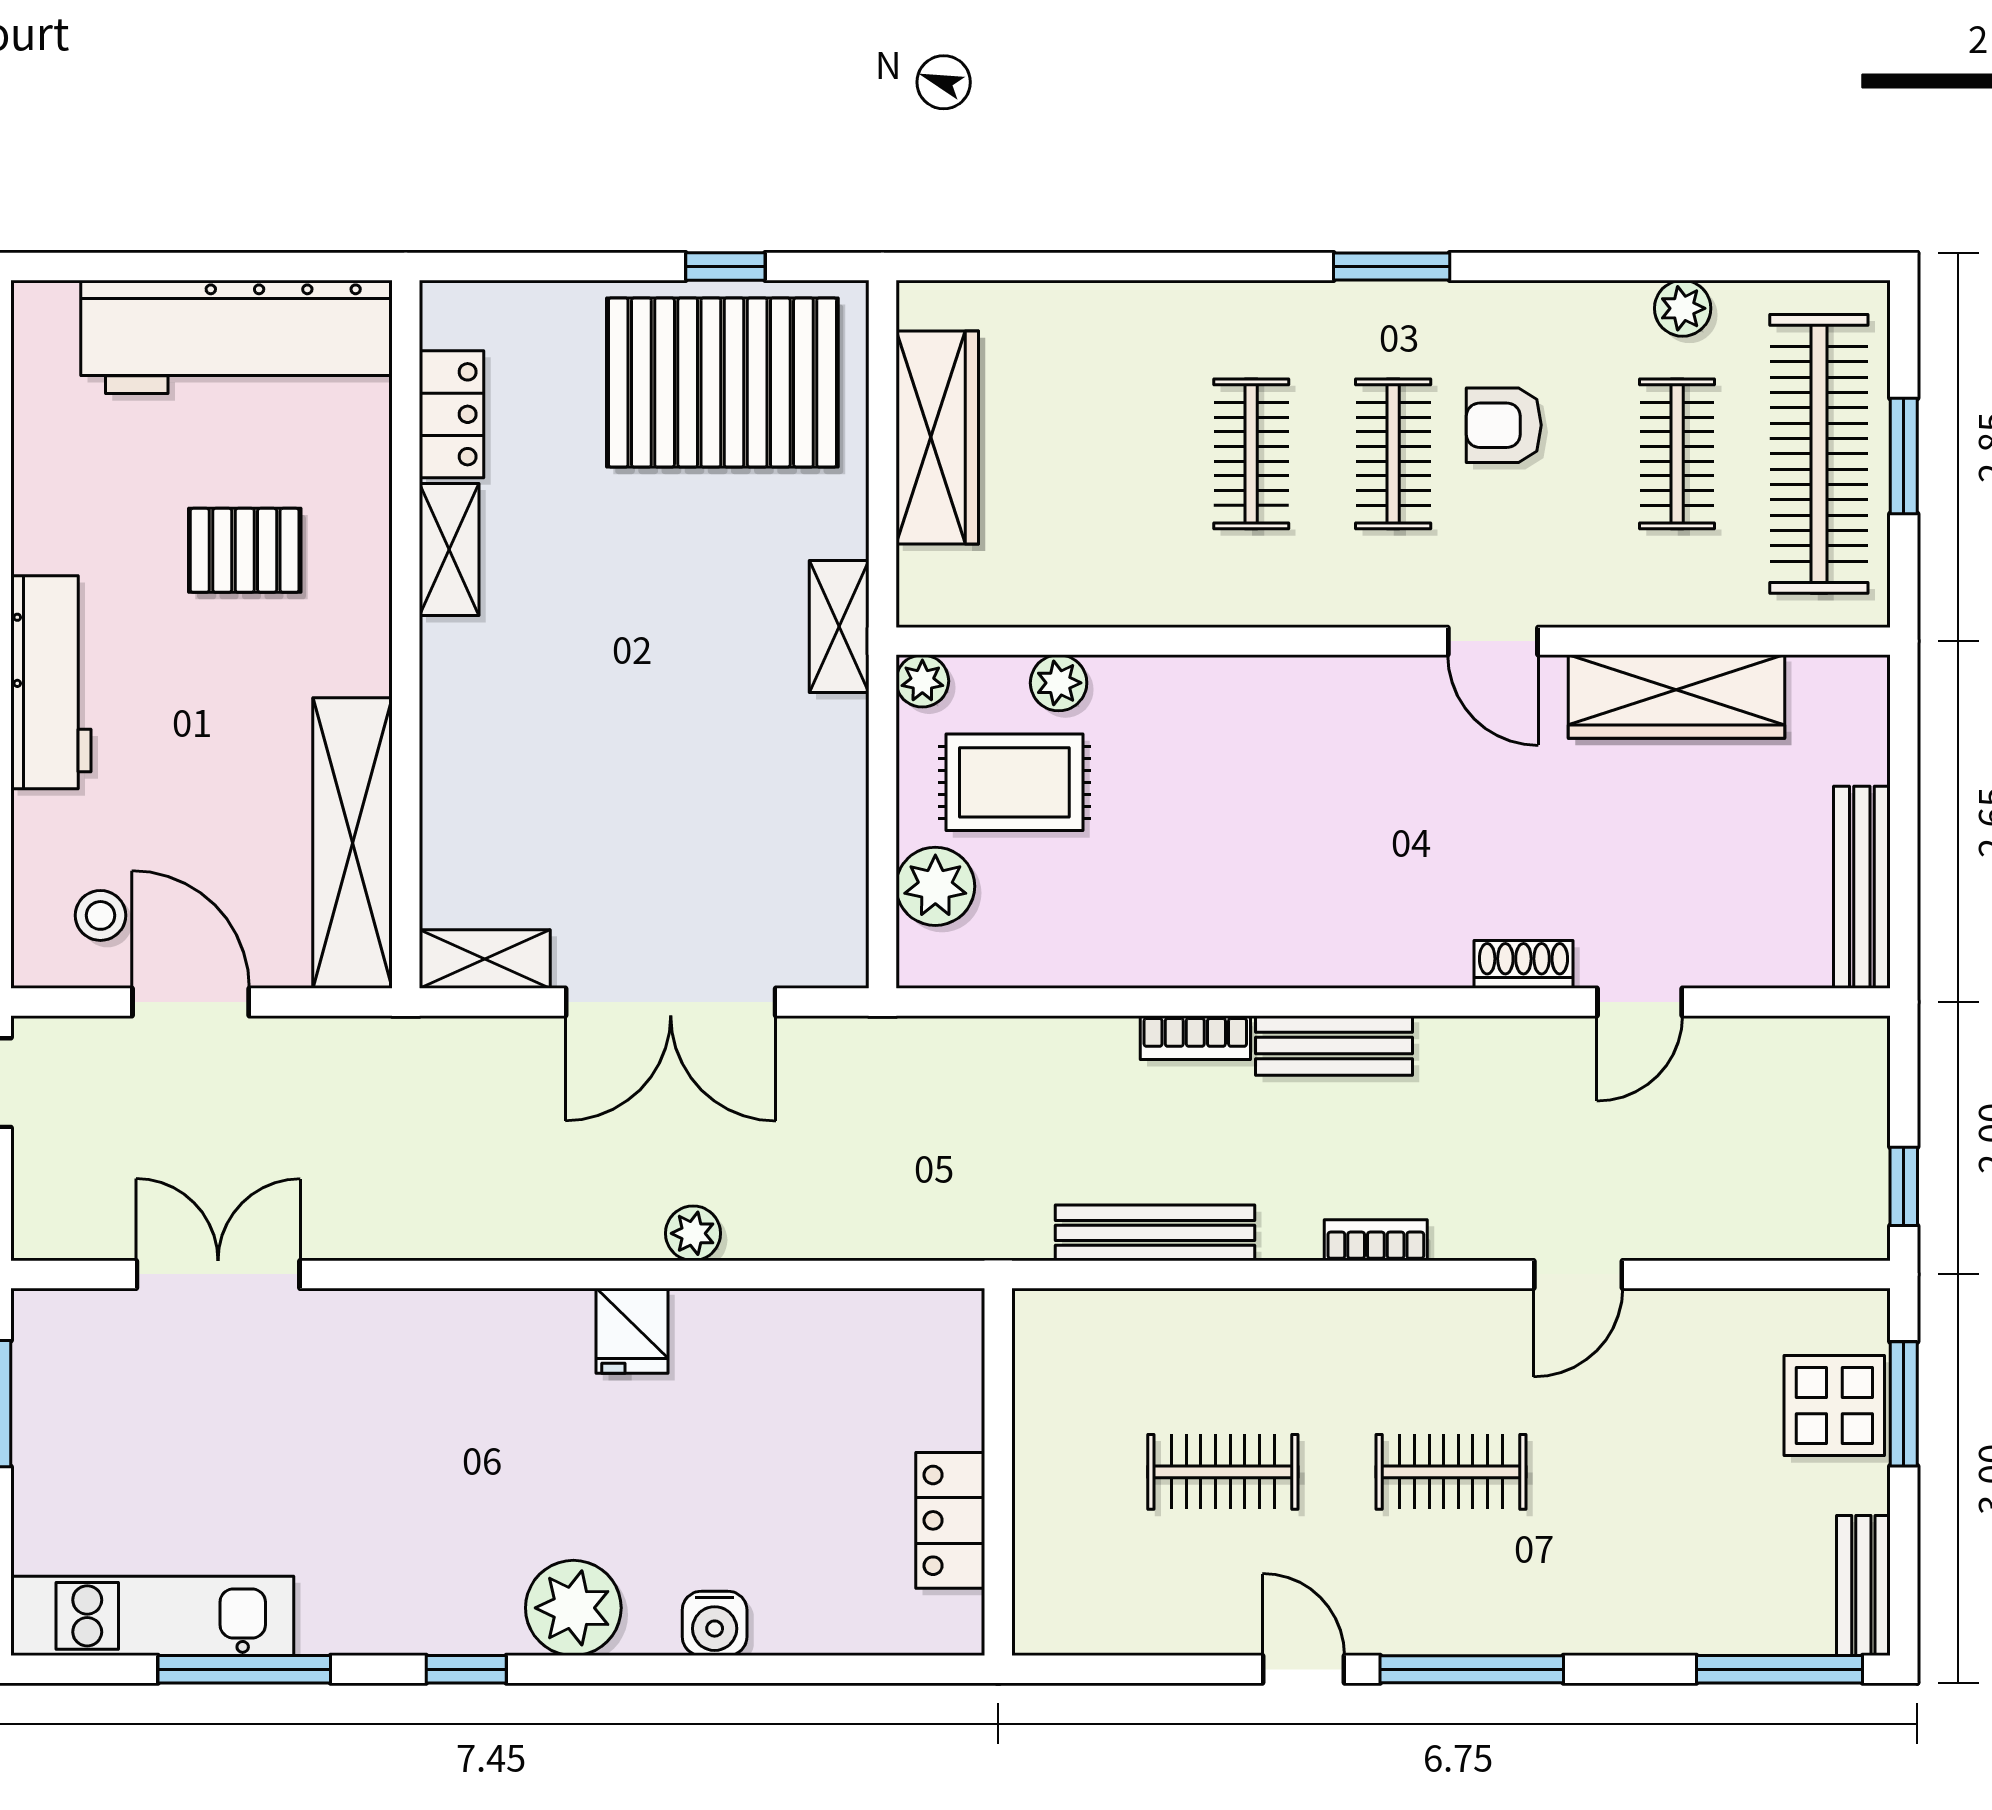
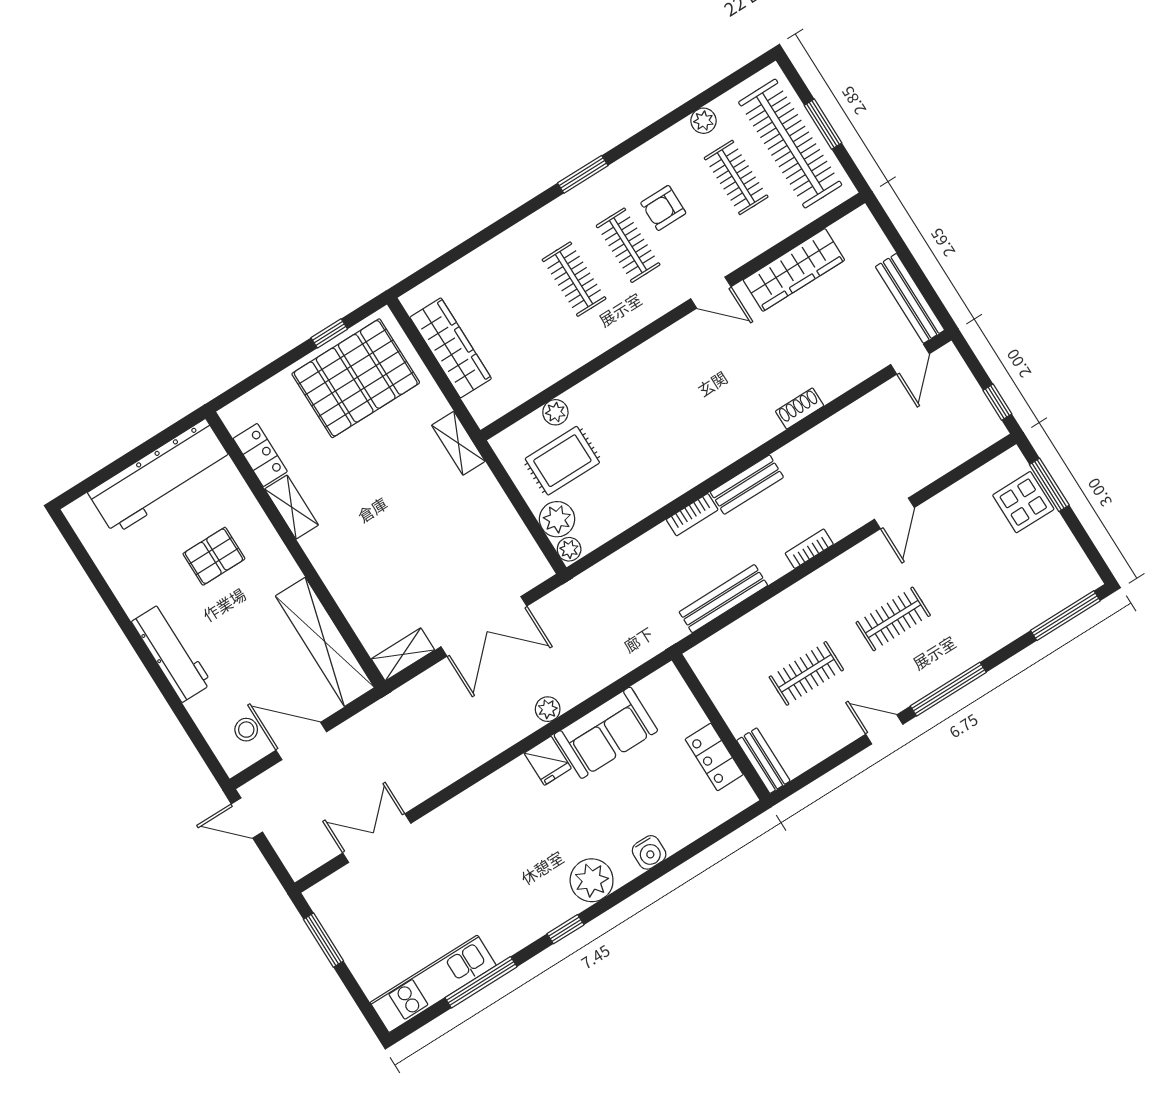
plant: (922, 681) -> (569, 549), moved
door: (1640, 1002) -> (910, 359), moved
sofa: (775, 1347) -> (606, 733), added
bench: (1863, 1586) -> (763, 761), moved

